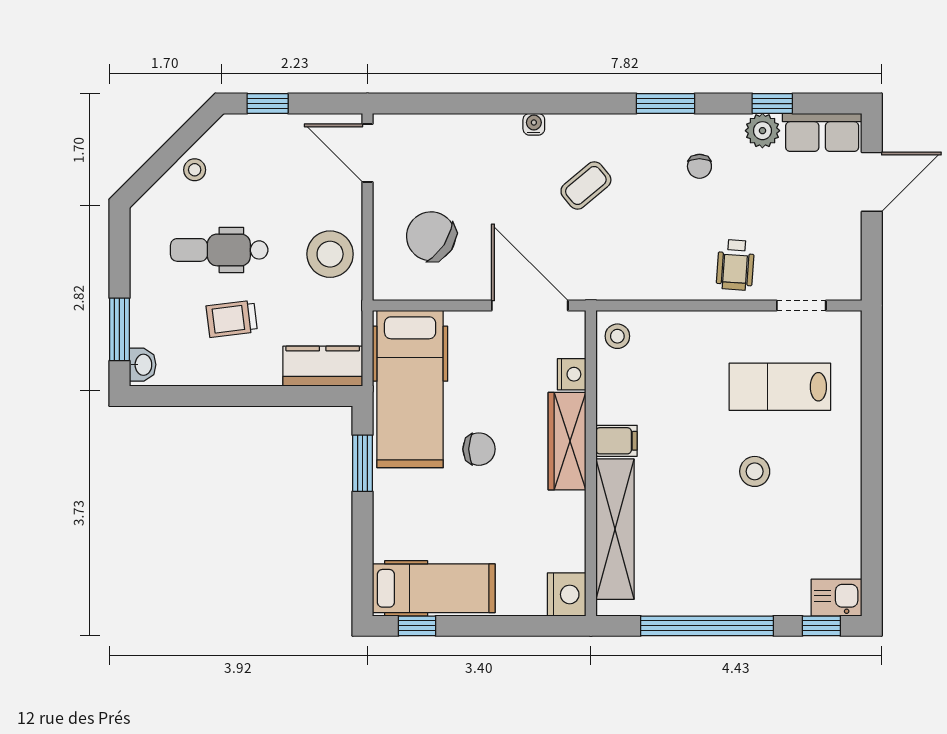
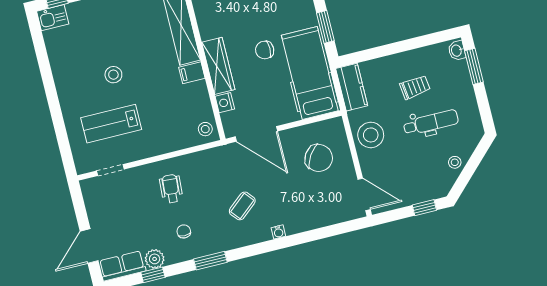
wheelchair: (735, 265) -> (171, 189), moved
kitchen counter: (323, 366) -> (352, 87), moved, turned -90
lab bench: (780, 387) -> (111, 124), turned 180

